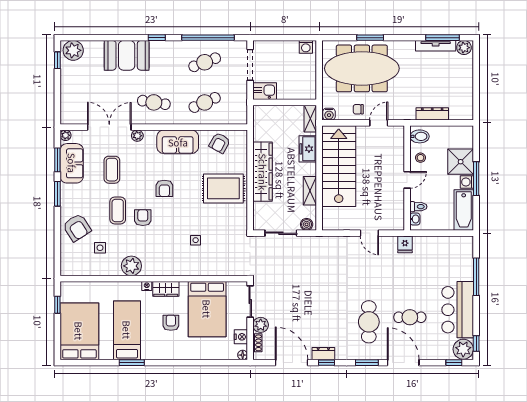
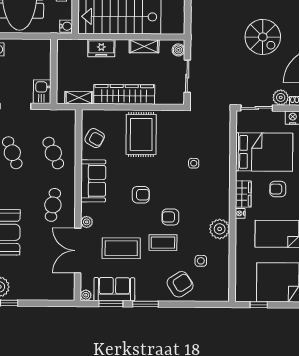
shelving: (310, 119) -> (79, 98), moved
coffee table: (112, 170) -> (121, 248), width x1.36, depth x1.32
spiral stairs: (320, 307) -> (263, 37), added

